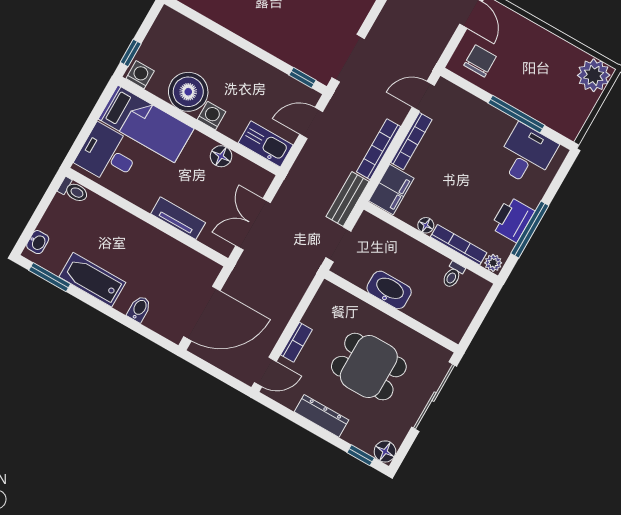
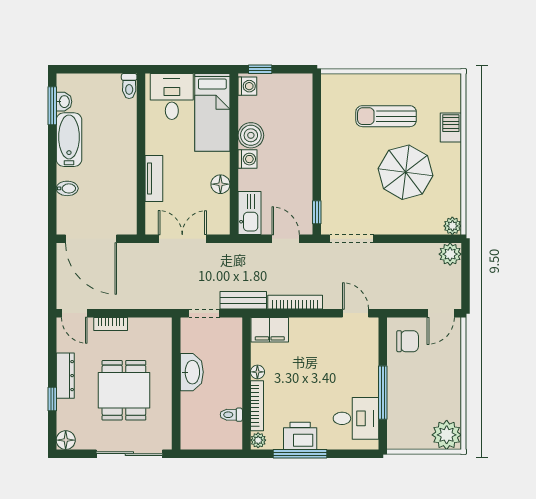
boiler: (188, 92) -> (251, 135), width x0.73, depth x0.73
bookcase: (411, 141) -> (316, 324), removed
washbasin: (38, 242) -> (64, 102), moved, turned -90
window: (361, 455) -> (52, 399), moved

